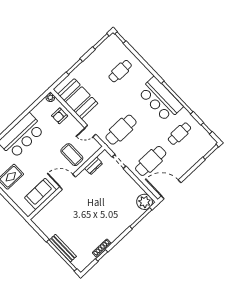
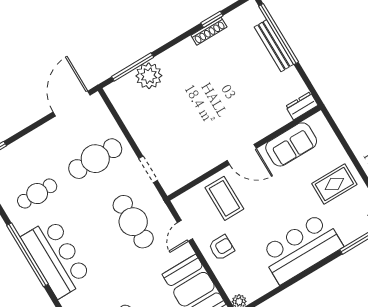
armchair: (60, 116) -> (221, 248), moved
cafe table: (121, 130) -> (133, 222), turned 90
door: (90, 131) -> (185, 231), swing flipped
dresser: (94, 166) -> (302, 106), moved
door: (171, 189) -> (72, 104), swing flipped
plant: (145, 202) -> (149, 76), moved

